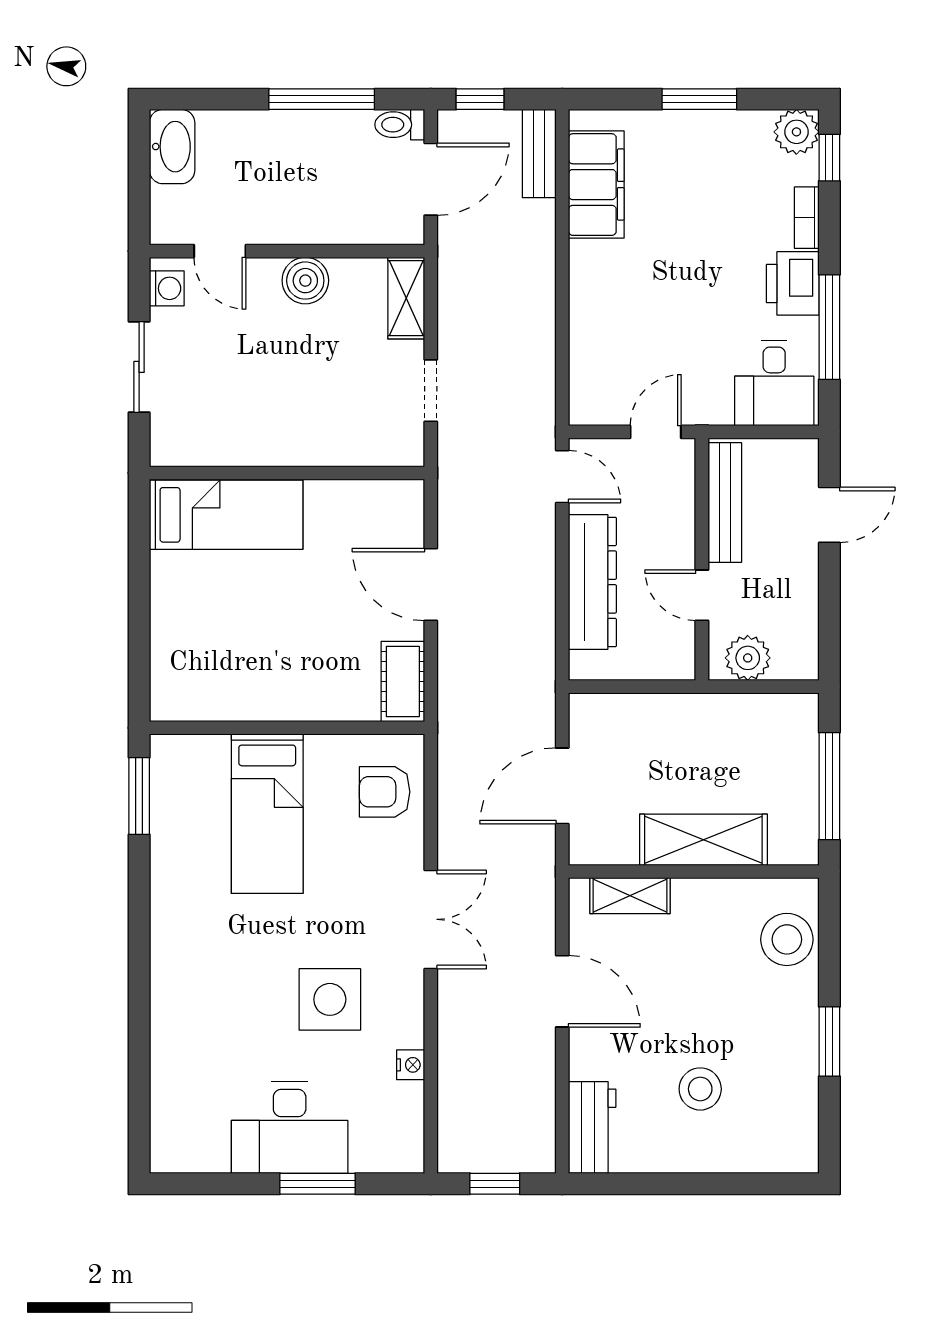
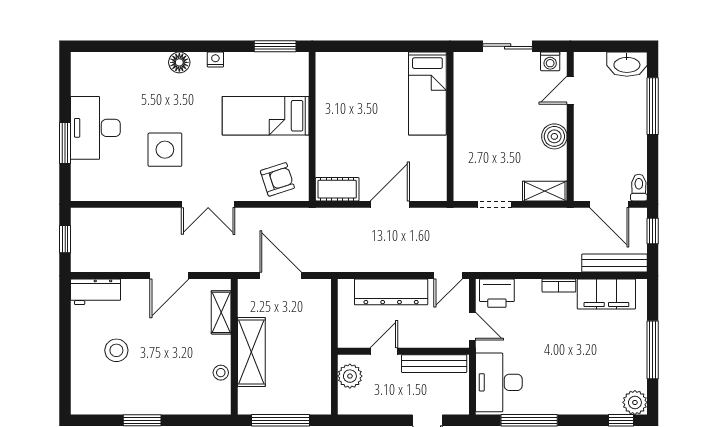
window: (322, 99) -> (653, 106), moved
window: (699, 99) -> (653, 350), width x1.44
bench: (539, 153) -> (615, 263), width x1.36
bookcase: (807, 218) -> (559, 286), moved, turned 180
printer: (793, 283) -> (497, 293), moved, turned 180
desk: (774, 383) -> (499, 382), width x1.37
armchair: (385, 792) -> (277, 179), turned 72
stool: (787, 939) -> (221, 373), moved, width x0.53, depth x0.53
floor lamp: (169, 973) -> (179, 62), added
nightstand: (411, 1065) -> (215, 59), moved, turned 180

